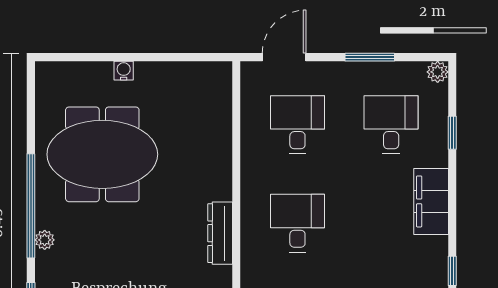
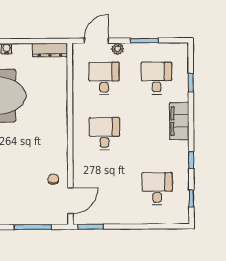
plant: (438, 72) -> (118, 49), moved
dresser: (220, 233) -> (50, 50), moved, turned -90

